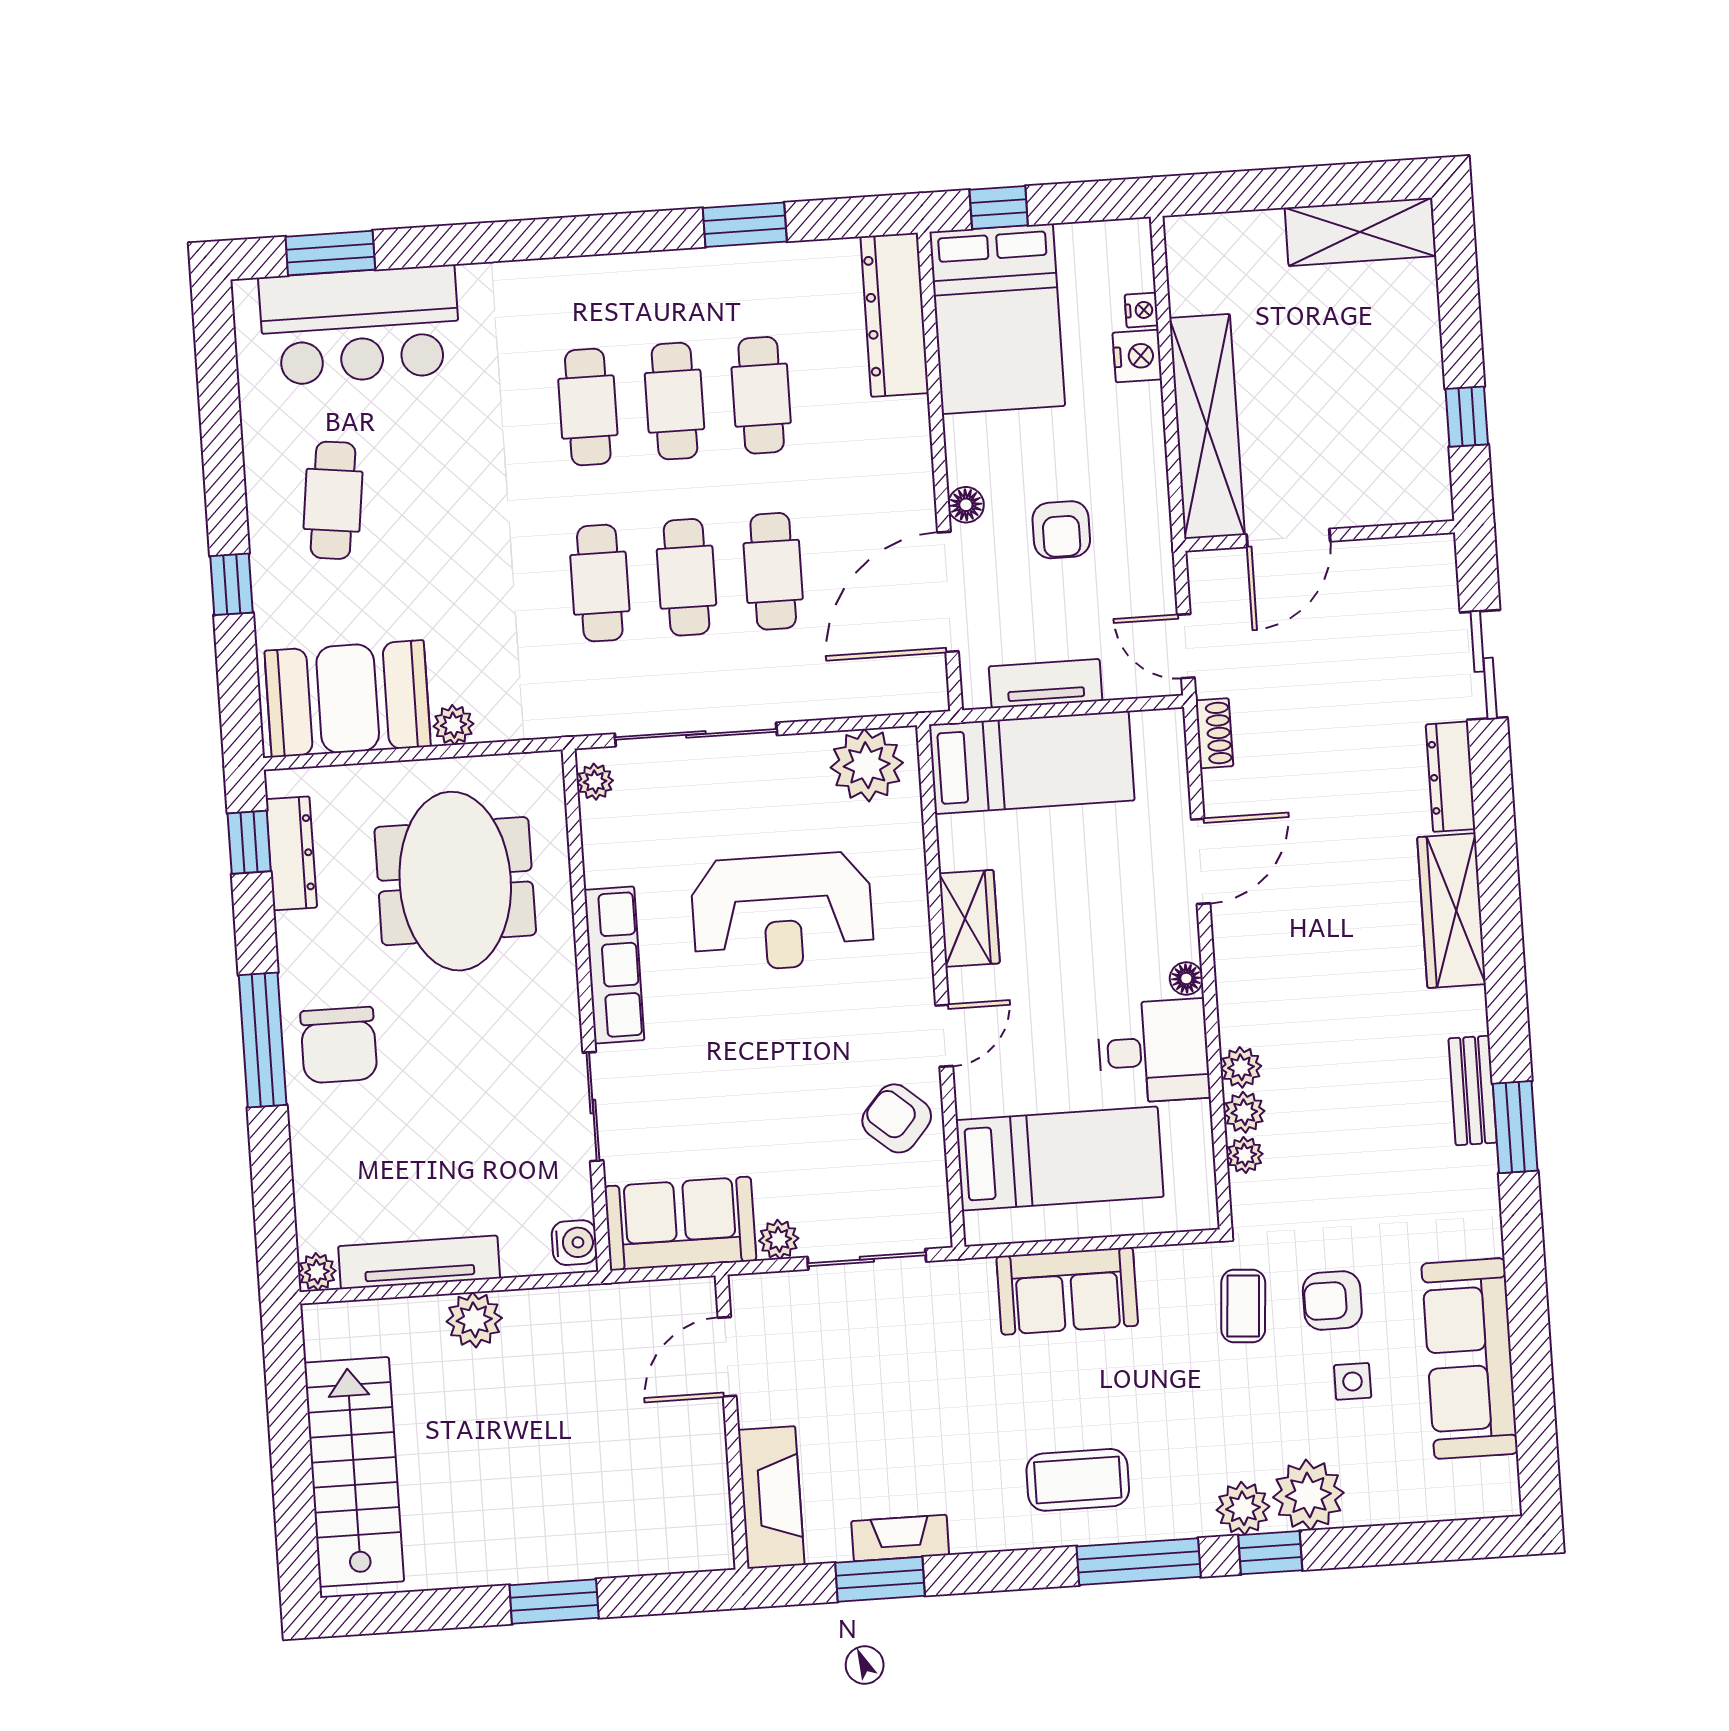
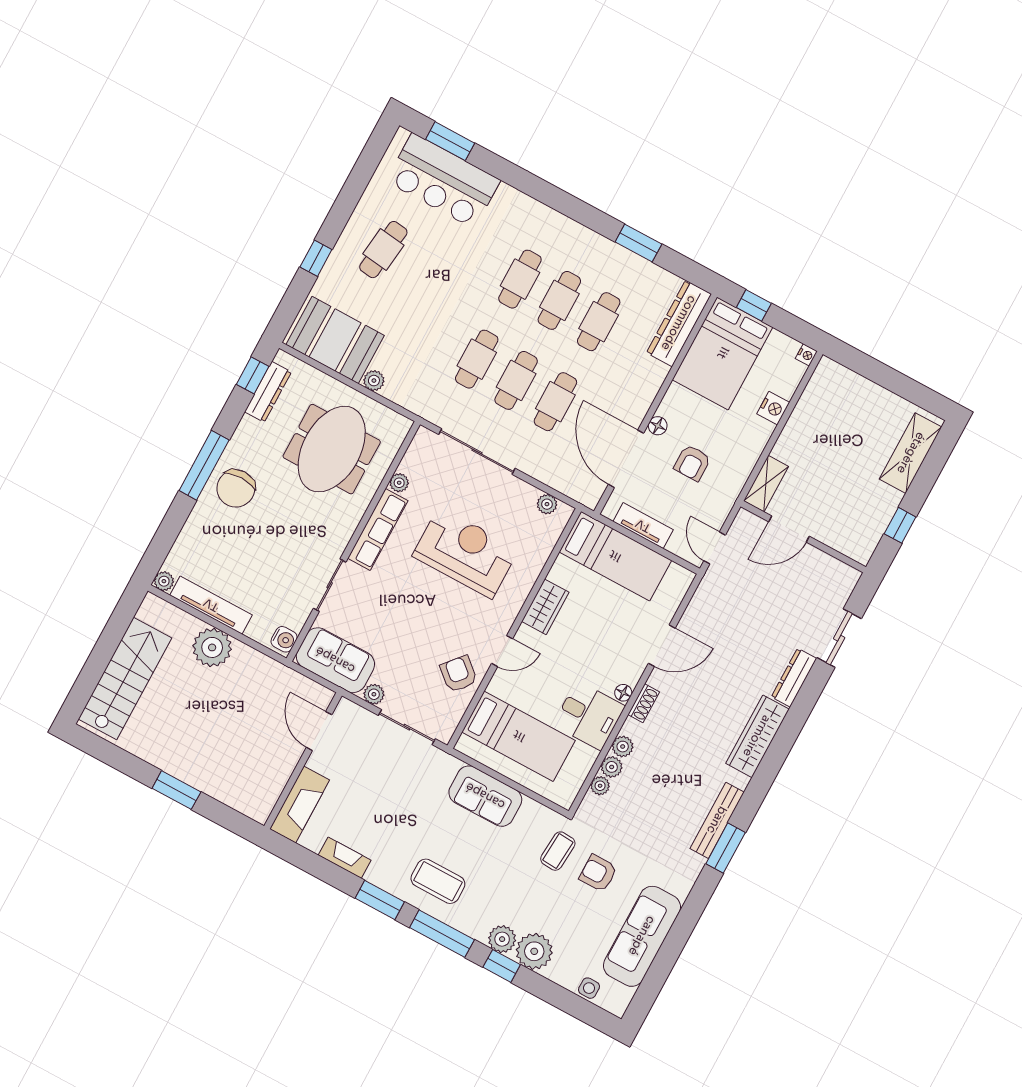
shelving: (1360, 232) -> (911, 453), moved, turned 90
nightstand: (1141, 310) -> (806, 355), moved
shelving: (1207, 426) -> (766, 484), width x0.45, depth x0.75
door: (948, 592) -> (626, 459), hinge flipped
shoe rack: (1214, 733) -> (644, 703), moved
plant: (867, 765) -> (547, 504), width x0.53, depth x0.53
plant: (595, 782) -> (399, 483), moved
reception desk: (782, 912) -> (466, 553), turned 180
bench: (1473, 1090) -> (717, 820), width x1.36
plant: (474, 1320) -> (212, 647), width x1.36, depth x1.36
door: (727, 1357) -> (319, 731), hinge flipped
side table: (1353, 1381) -> (589, 988), moved
window: (880, 1579) -> (380, 900), moved

